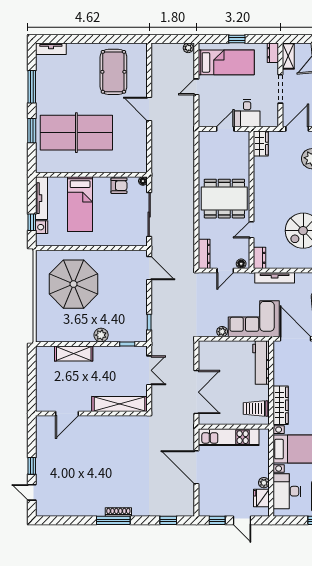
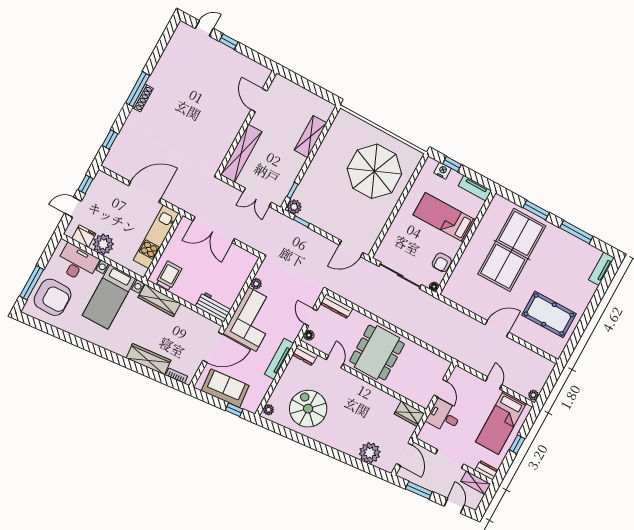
tv unit: (41, 198) -> (475, 188), width x0.71
plant: (101, 335) -> (294, 207), moved
workbench: (261, 363) -> (214, 307), width x0.73
plant: (264, 483) -> (103, 244), width x1.88, depth x1.88

